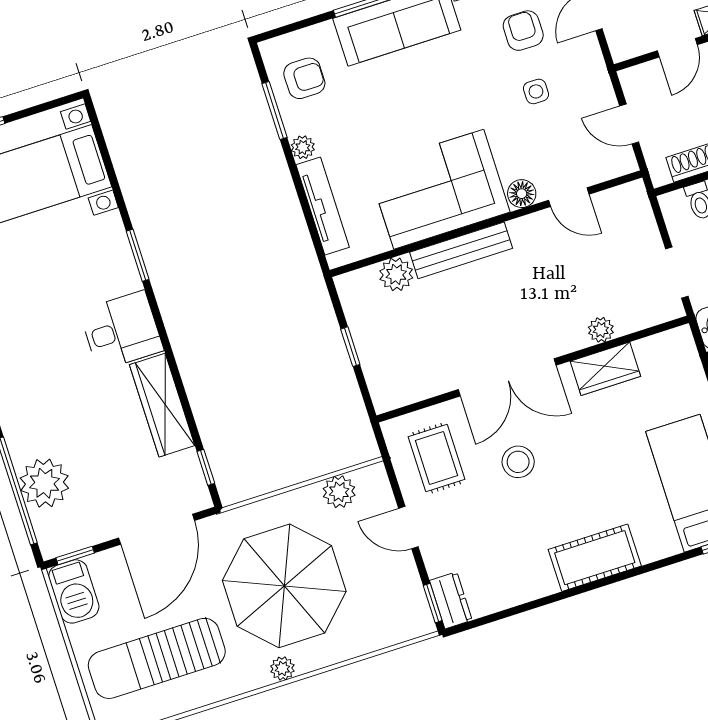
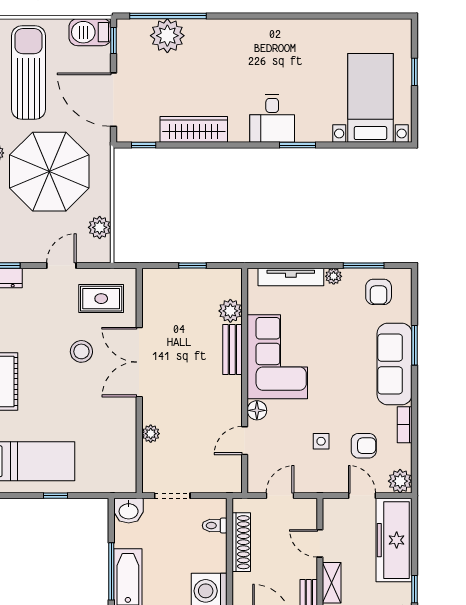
bench: (461, 250) -> (232, 349), width x0.73
desk: (121, 331) -> (272, 118), moved
wardrobe: (605, 369) -> (124, 428), removed

